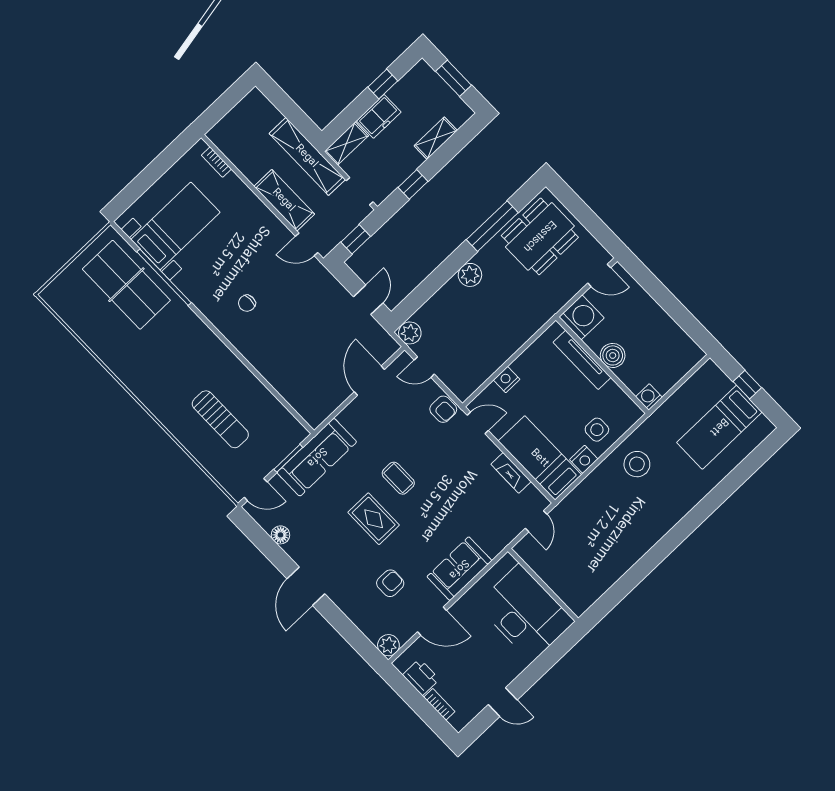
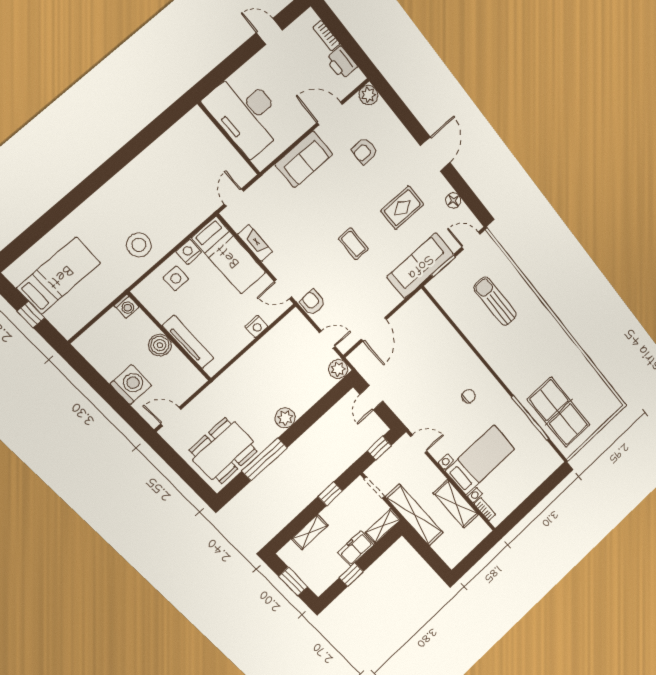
shelving: (284, 200) -> (456, 504), moved
bed with nightstands: (175, 226) -> (480, 460), moved, turned 180
washing machine: (581, 317) -> (131, 385), moved, turned 180
rug: (374, 519) -> (402, 208), moved, turned 90

